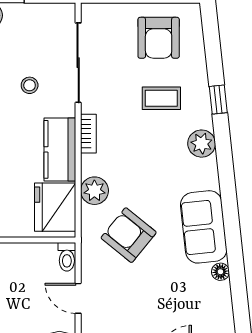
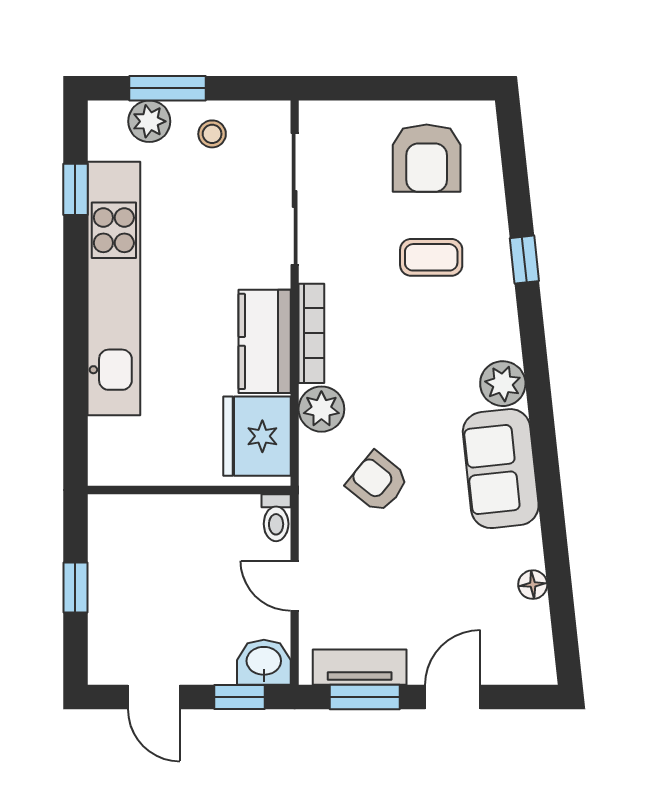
stool: (30, 85) -> (212, 134), moved
bookcase: (88, 134) -> (311, 333), width x1.56
plant: (202, 144) -> (503, 384), moved
armchair: (129, 235) -> (378, 482), width x0.72, depth x0.72
floor lamp: (220, 272) -> (533, 585), moved

